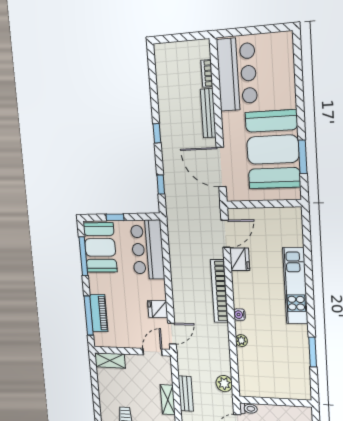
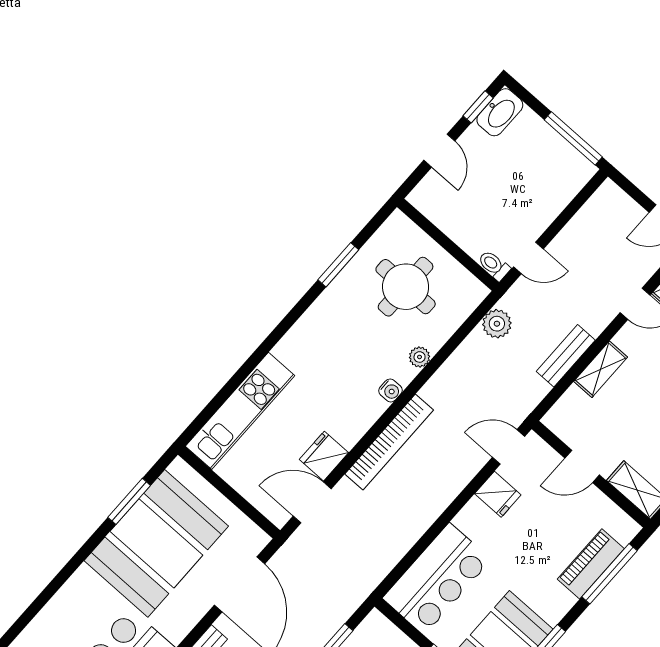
kitchen unit: (295, 286) -> (240, 411), moved
door: (153, 352) -> (582, 466), moved
round table: (275, 367) -> (406, 287), added

